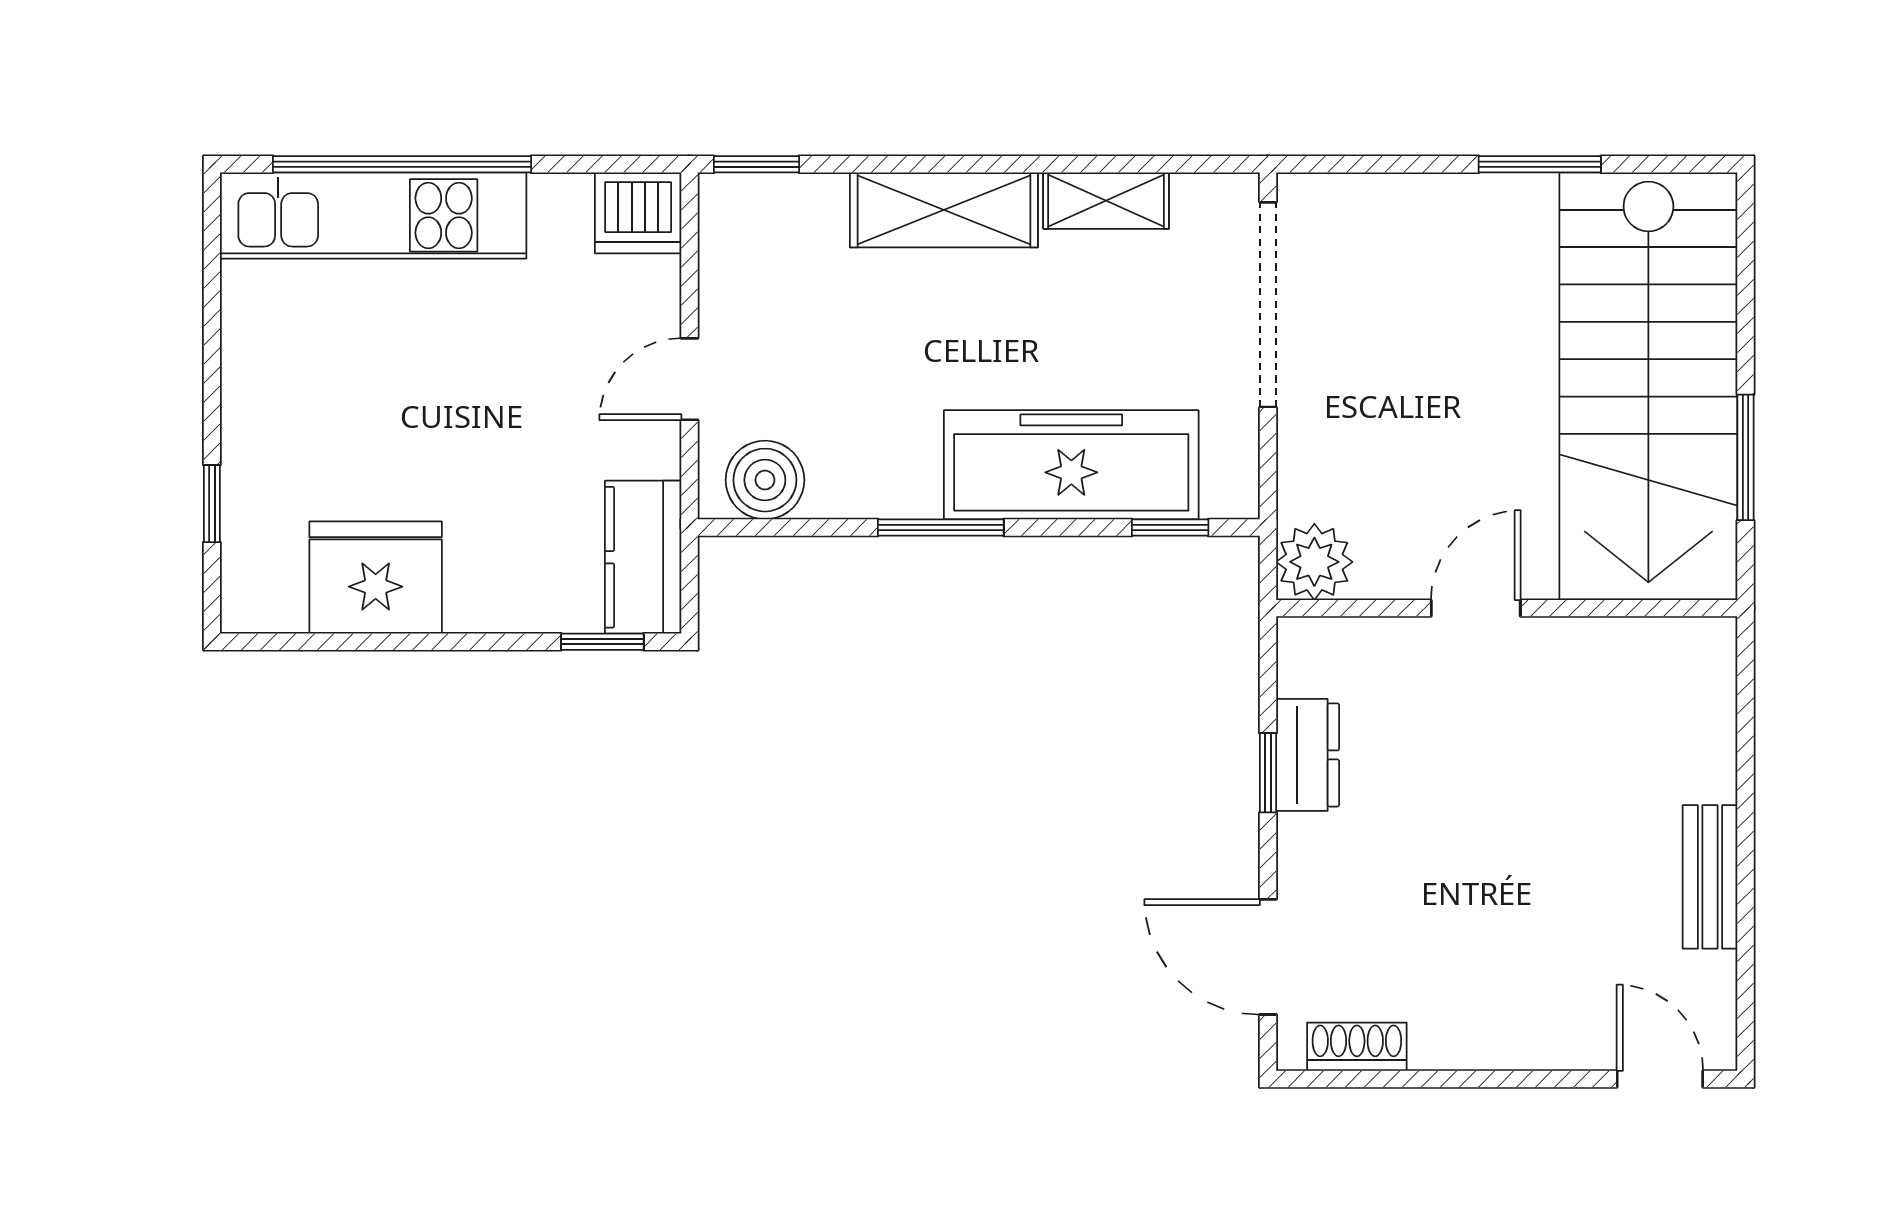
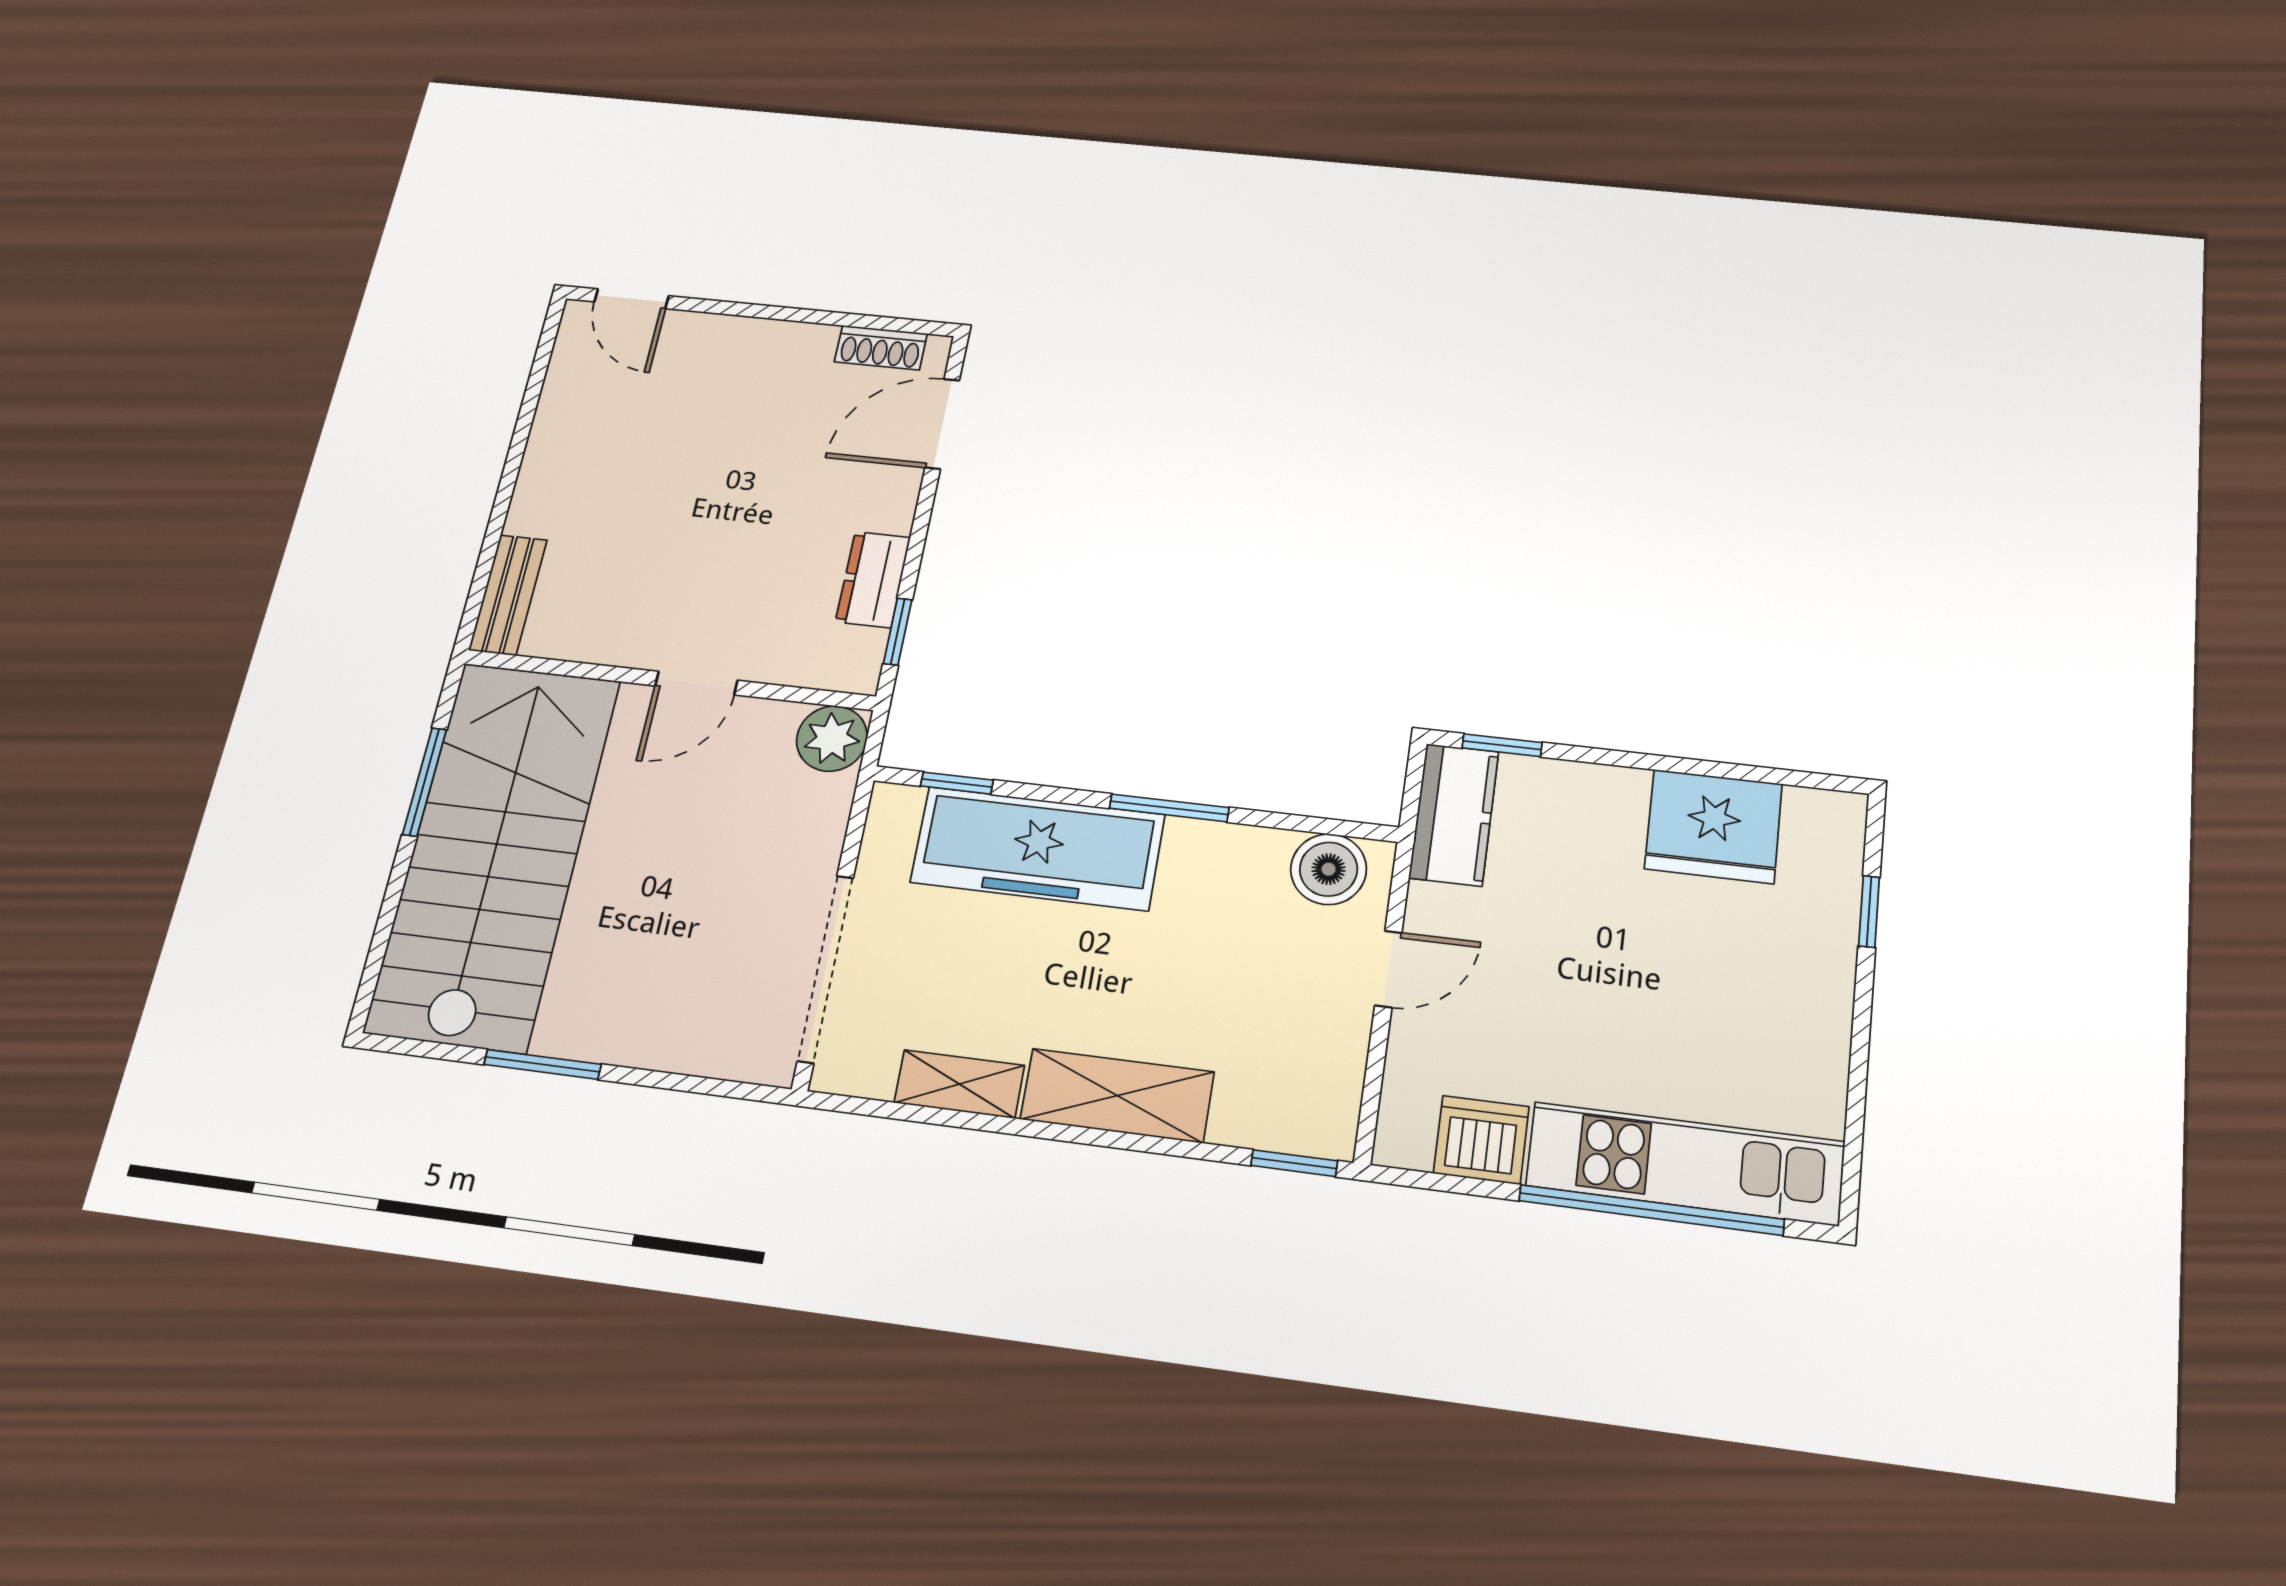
dishwasher: (638, 213) -> (1481, 1140), moved
window: (1268, 773) -> (898, 632), moved
bench: (1710, 877) -> (508, 595), moved
door: (1268, 957) -> (942, 424), swing flipped

